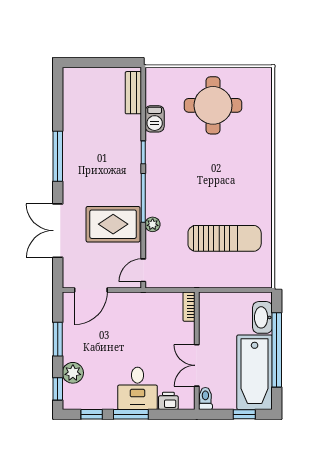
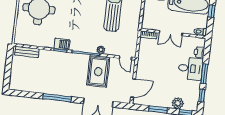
barbecue: (155, 119) -> (62, 44), moved
door: (91, 290) -> (133, 88), hinge flipped
double door: (197, 365) -> (171, 33), moved

